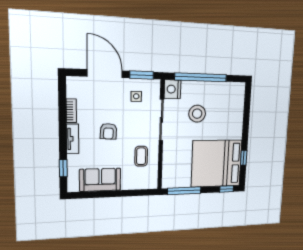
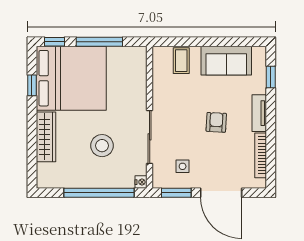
nightstand: (172, 89) -> (141, 182), width x0.53, depth x0.56
bookcase: (71, 111) -> (261, 155), width x1.56
wardrobe: (236, 121) -> (46, 137), added
coffee table: (141, 156) -> (181, 61), moved
window: (184, 191) -> (99, 42), moved

